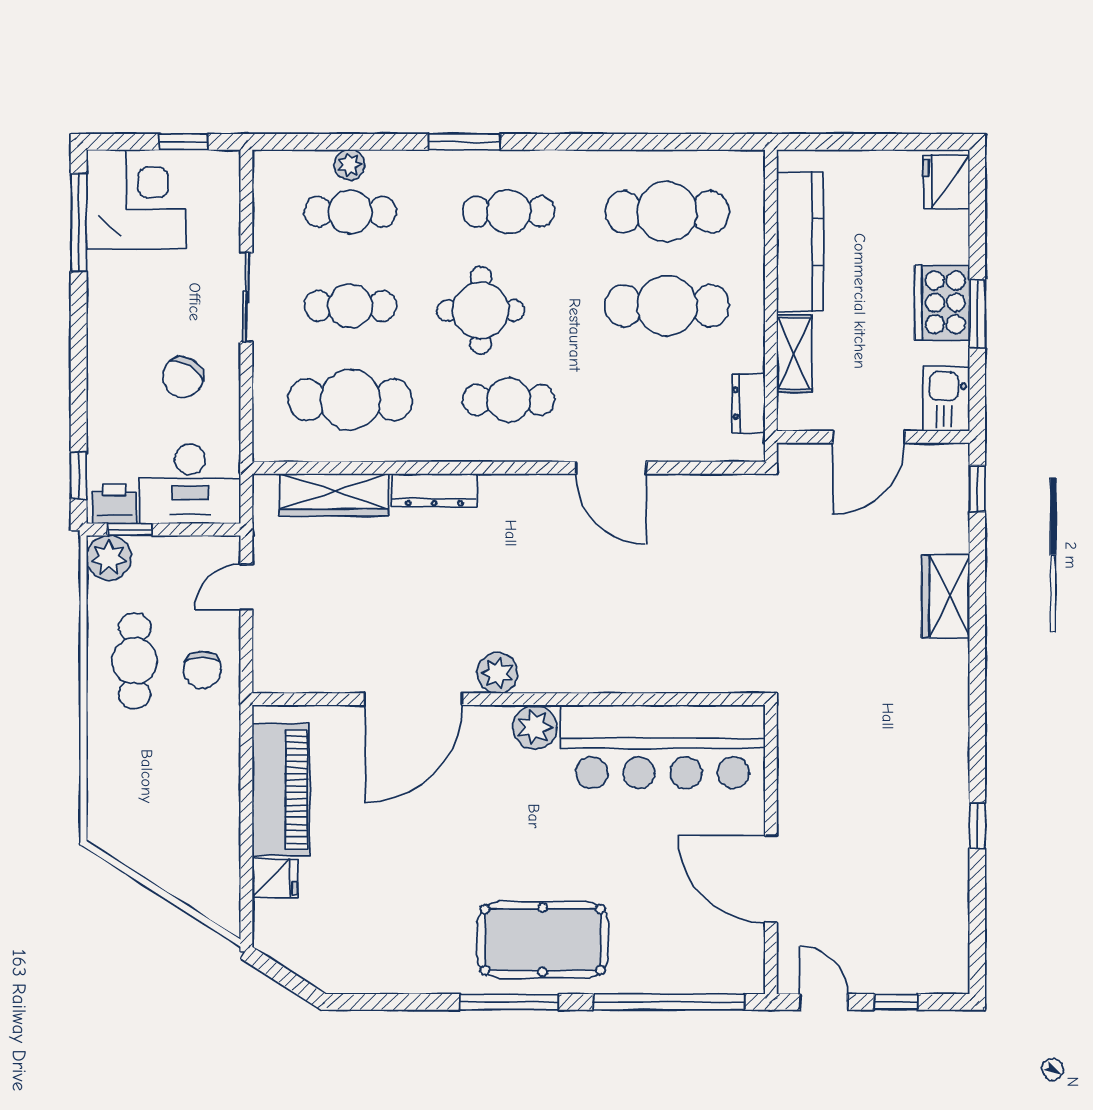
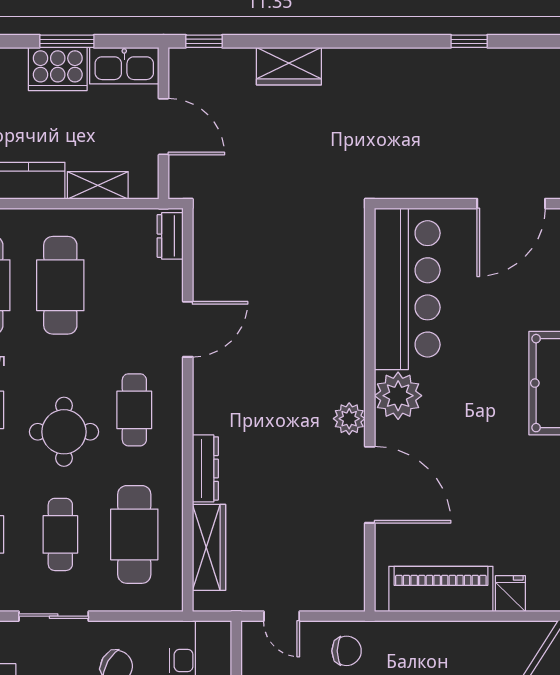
kitchen sink: (946, 399) -> (124, 66), width x1.38
dresser: (749, 403) -> (170, 236), moved, turned 90
plant: (535, 727) -> (398, 396), width x1.36, depth x1.36

